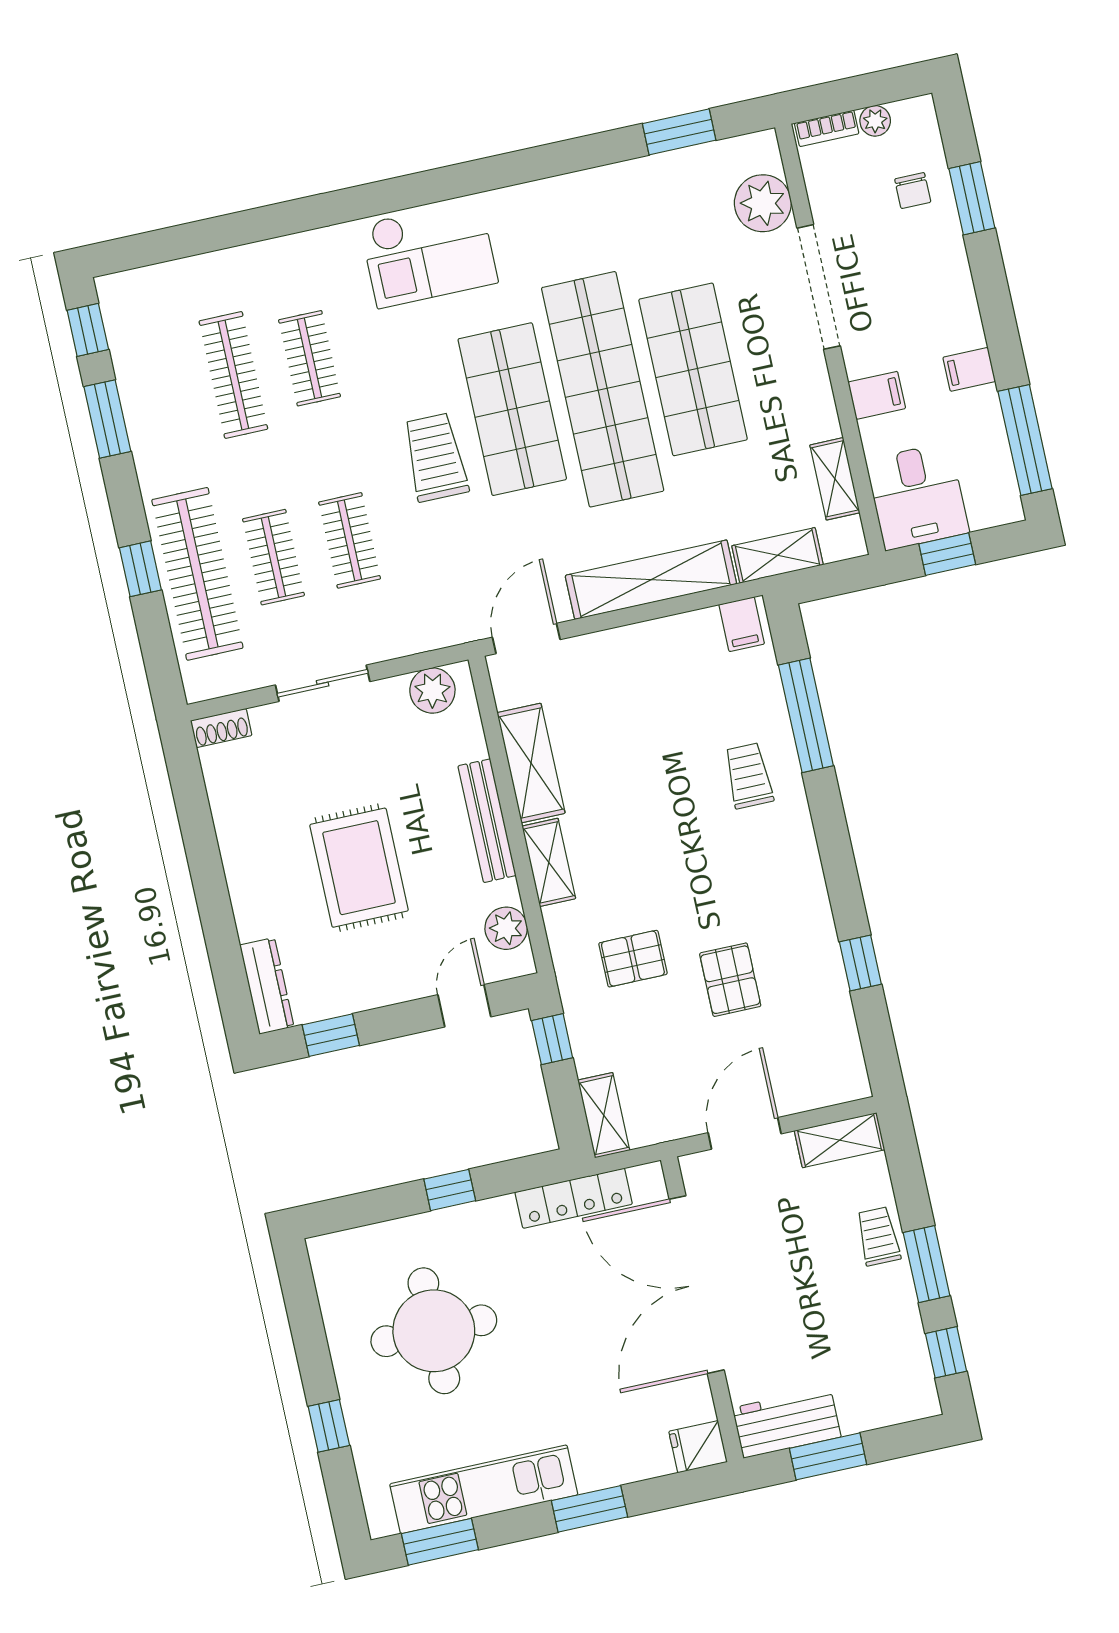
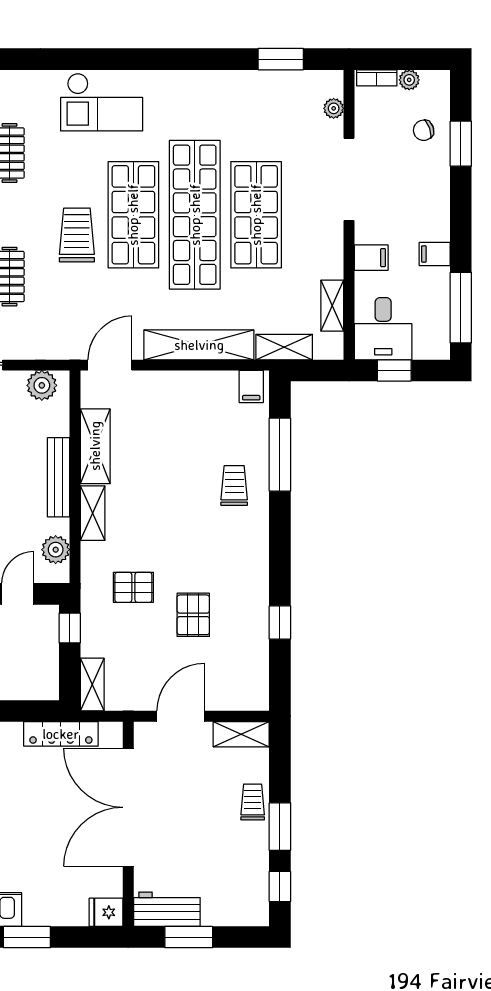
chair: (913, 191) -> (424, 130), turned 71
plant: (763, 203) -> (334, 108), width x0.53, depth x0.53

